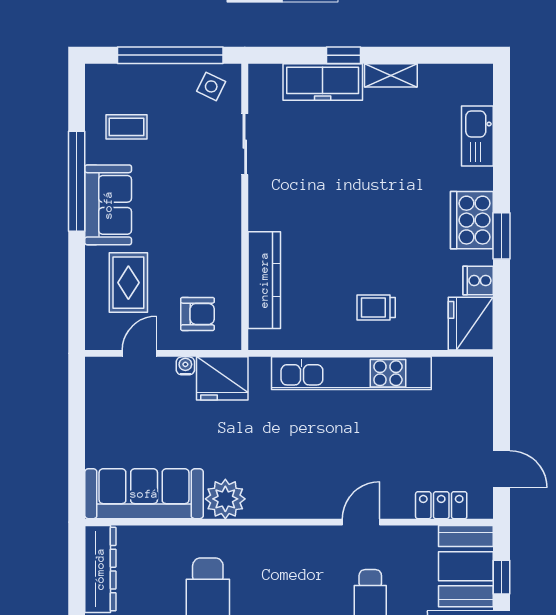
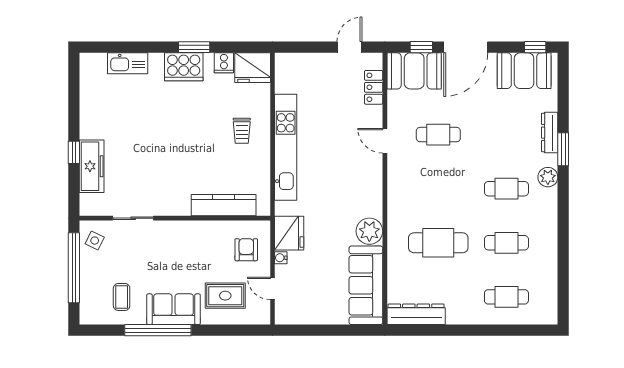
shelving: (391, 75) -> (87, 121), removed

